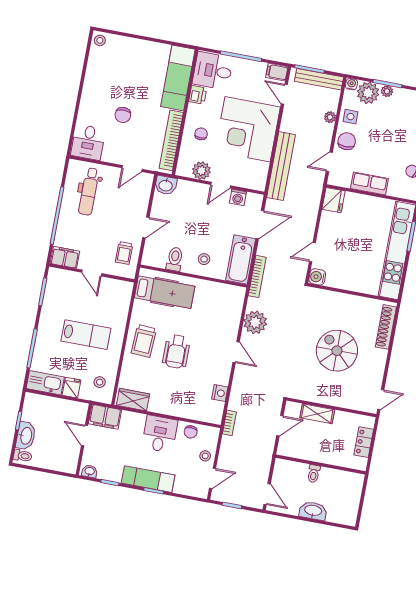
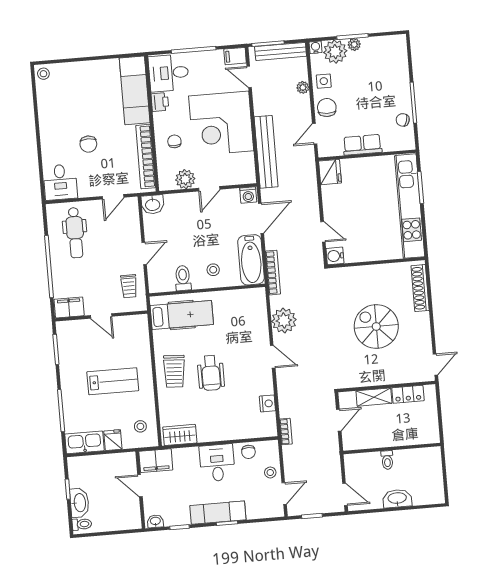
washing machine: (238, 197) -> (248, 195), moved
door: (312, 252) -> (323, 232), swing flipped
locker: (364, 442) -> (408, 394), moved, turned -90

